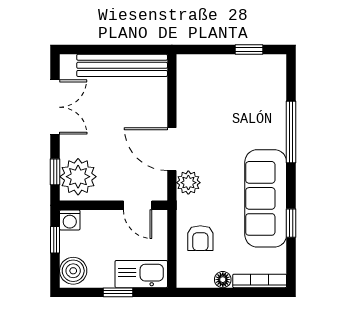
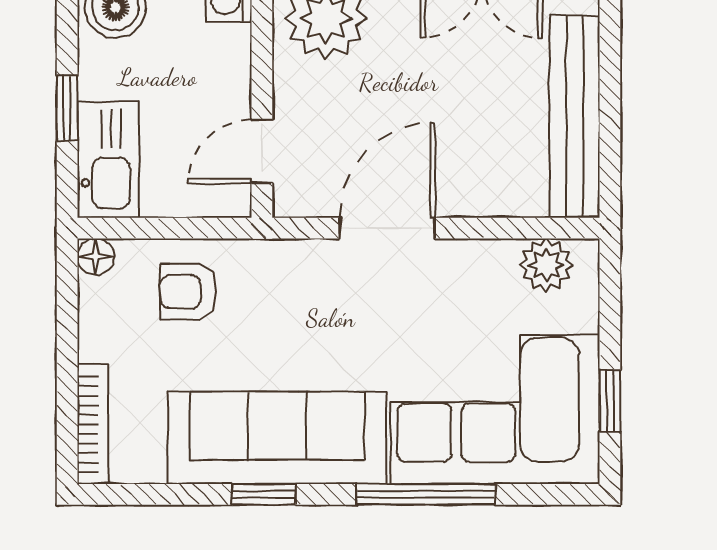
corner sofa: (253, 101) -> (495, 409), added
plant: (188, 183) -> (546, 265), moved
window: (291, 223) -> (264, 494), moved
floor lamp: (223, 280) -> (96, 257), moved

